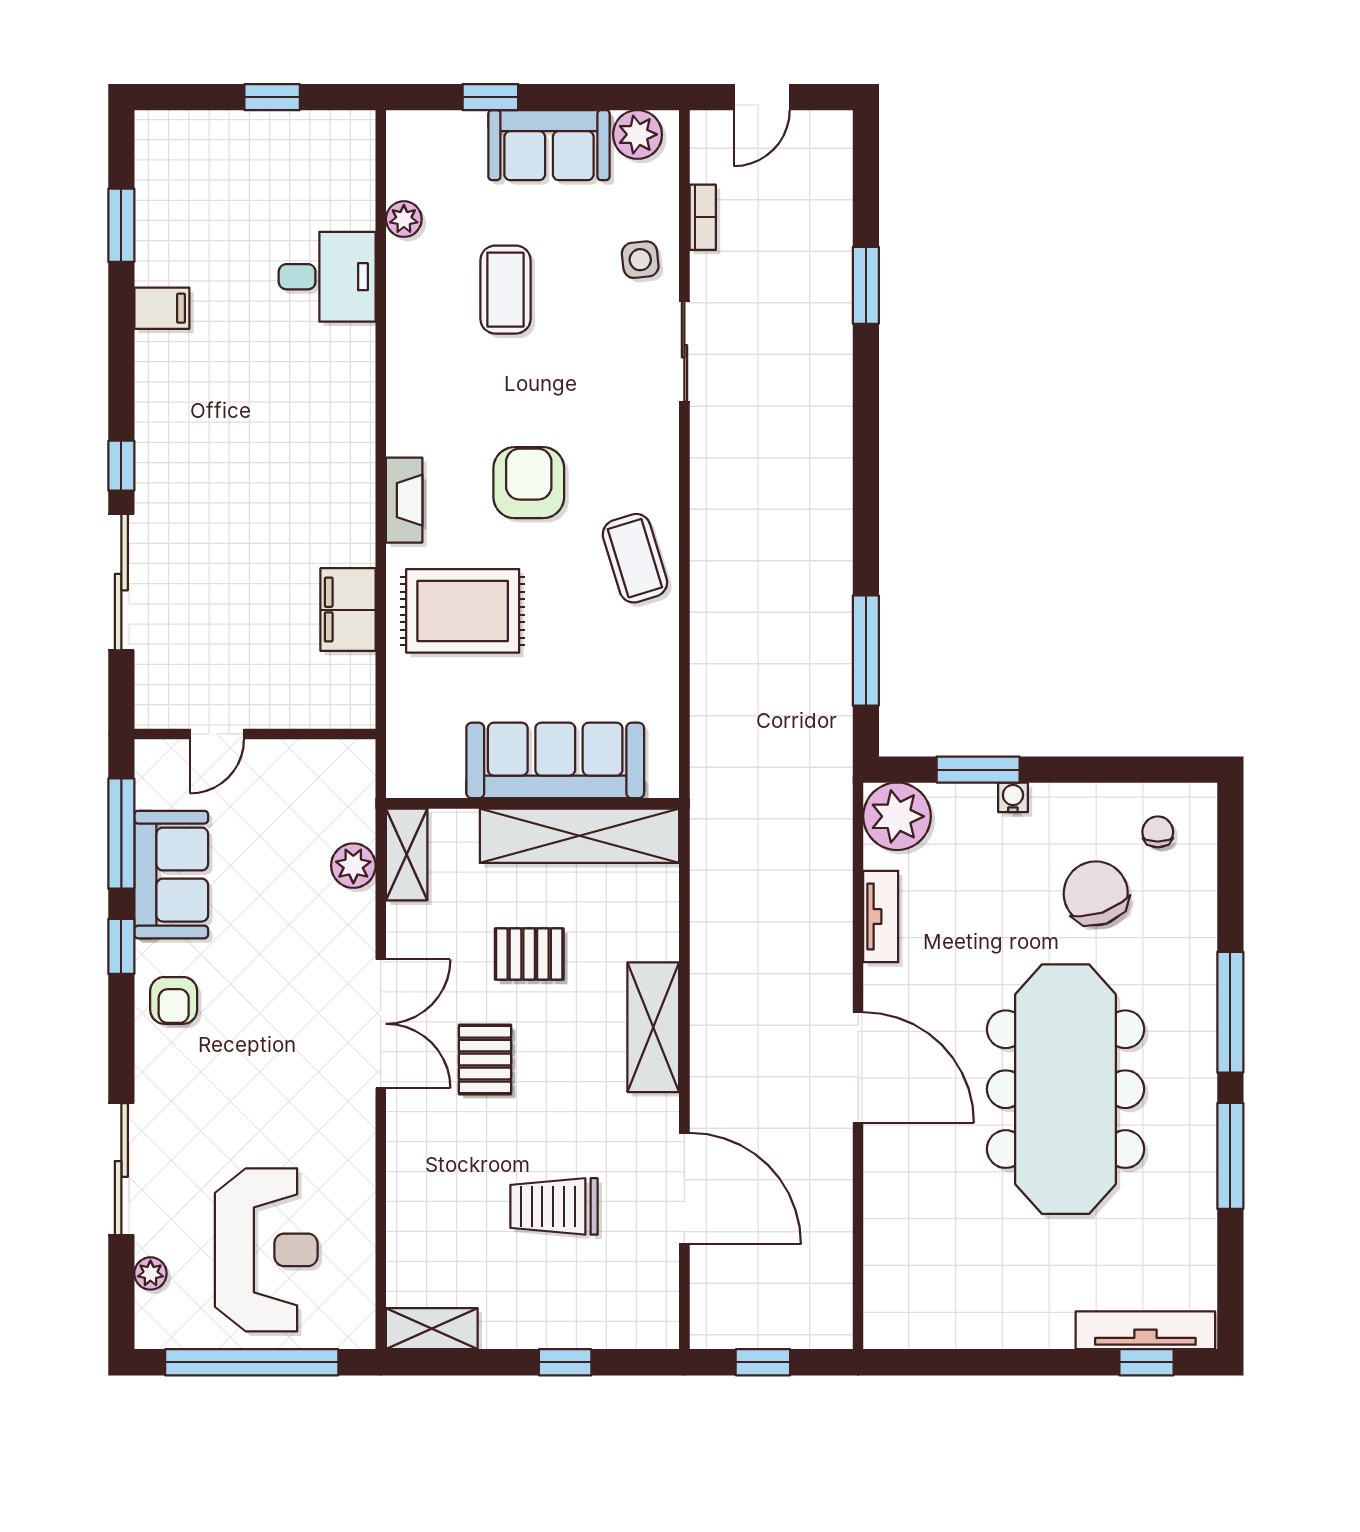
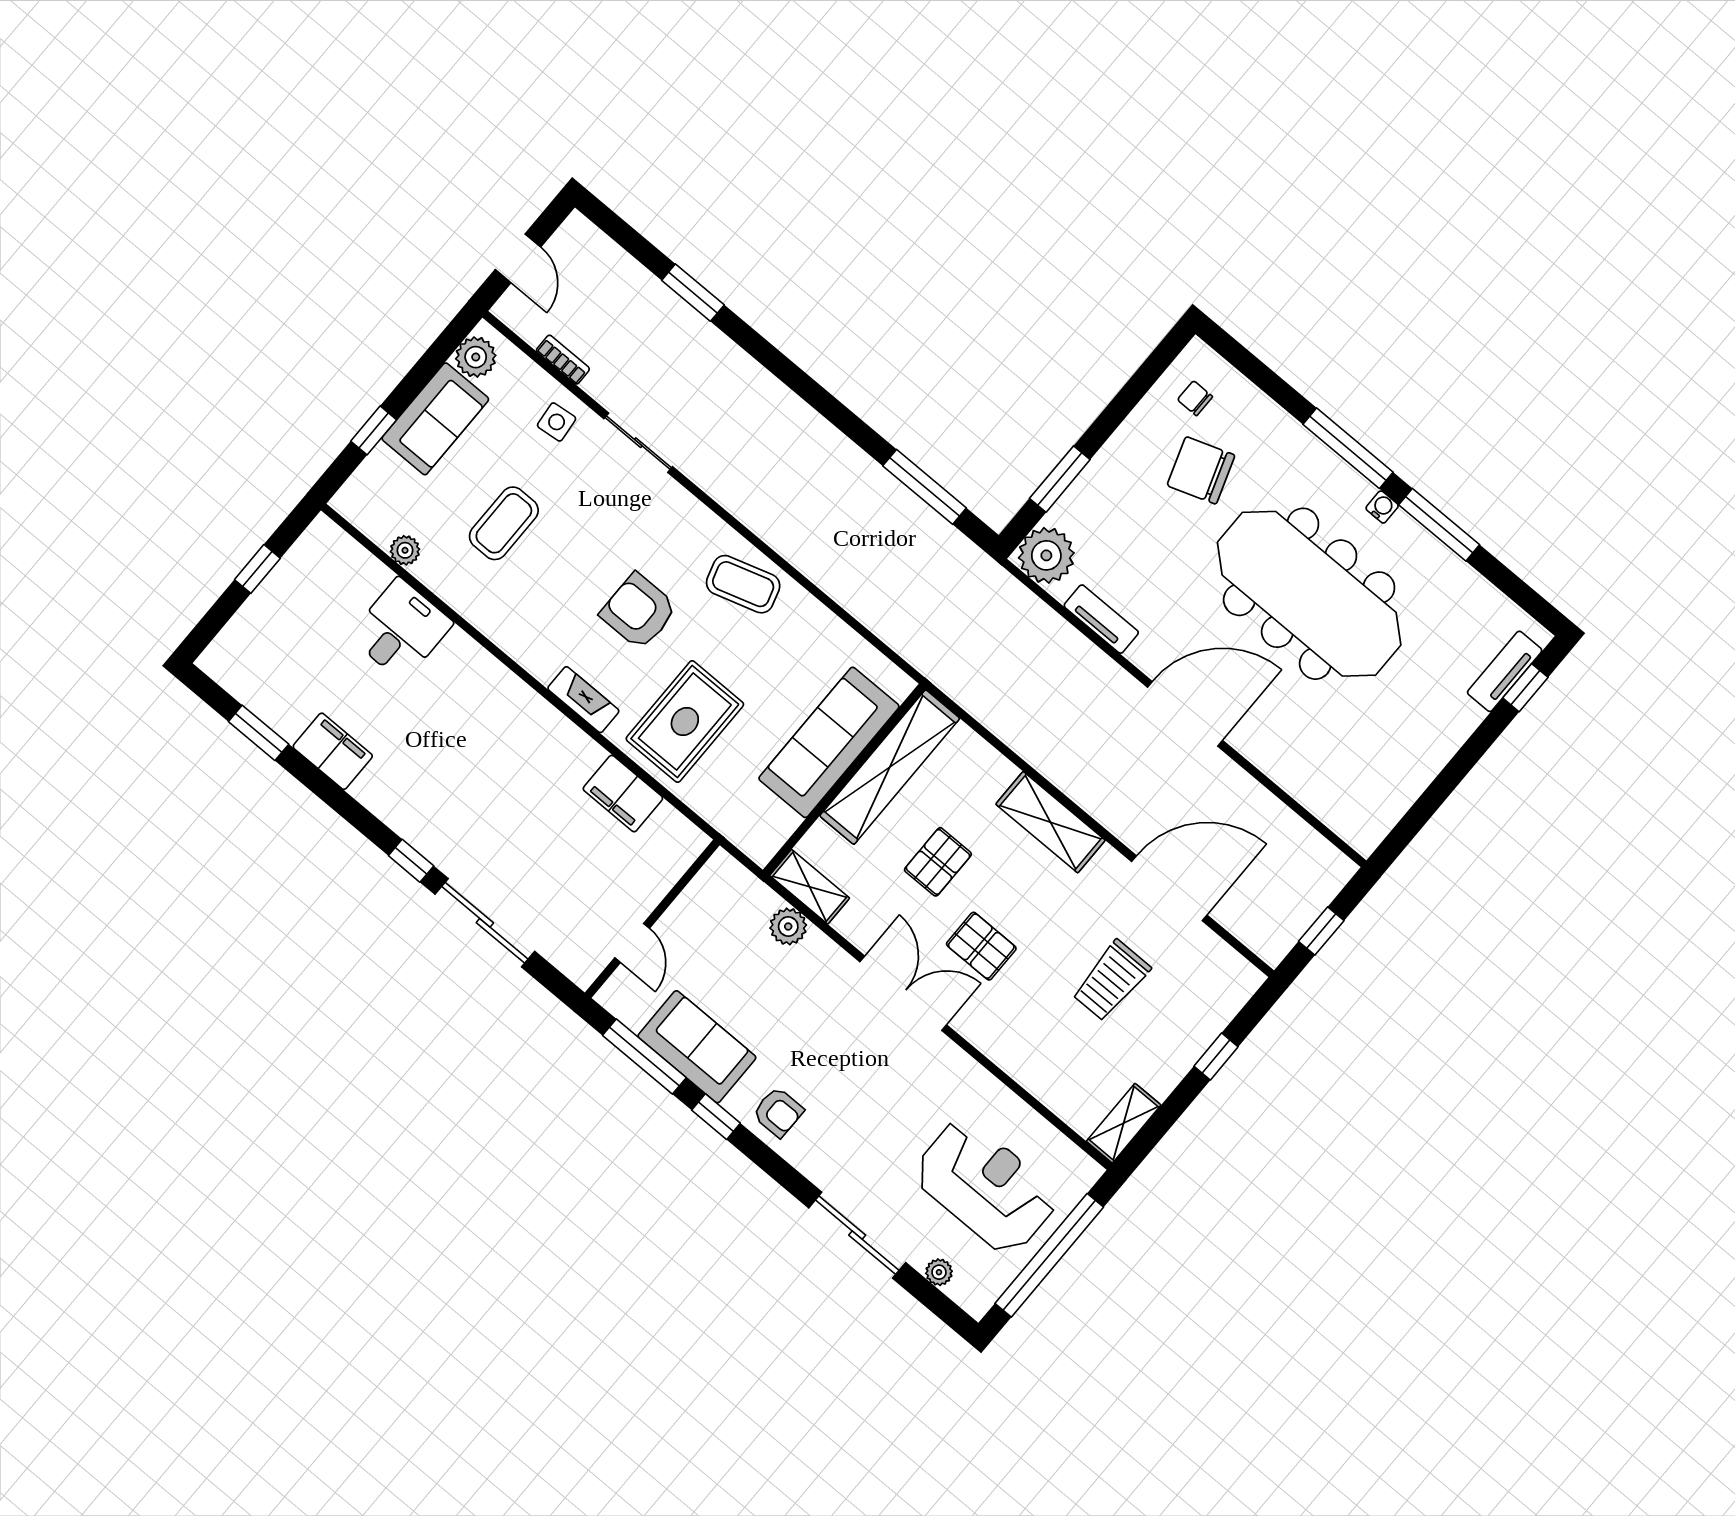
coffee table: (505, 290) -> (504, 523), turned 90
filing cabinet: (162, 308) -> (333, 751), width x2.00
water cooler: (1013, 797) -> (1382, 507), moved, turned 90
tv unit: (1145, 1330) -> (1505, 671), width x0.71

